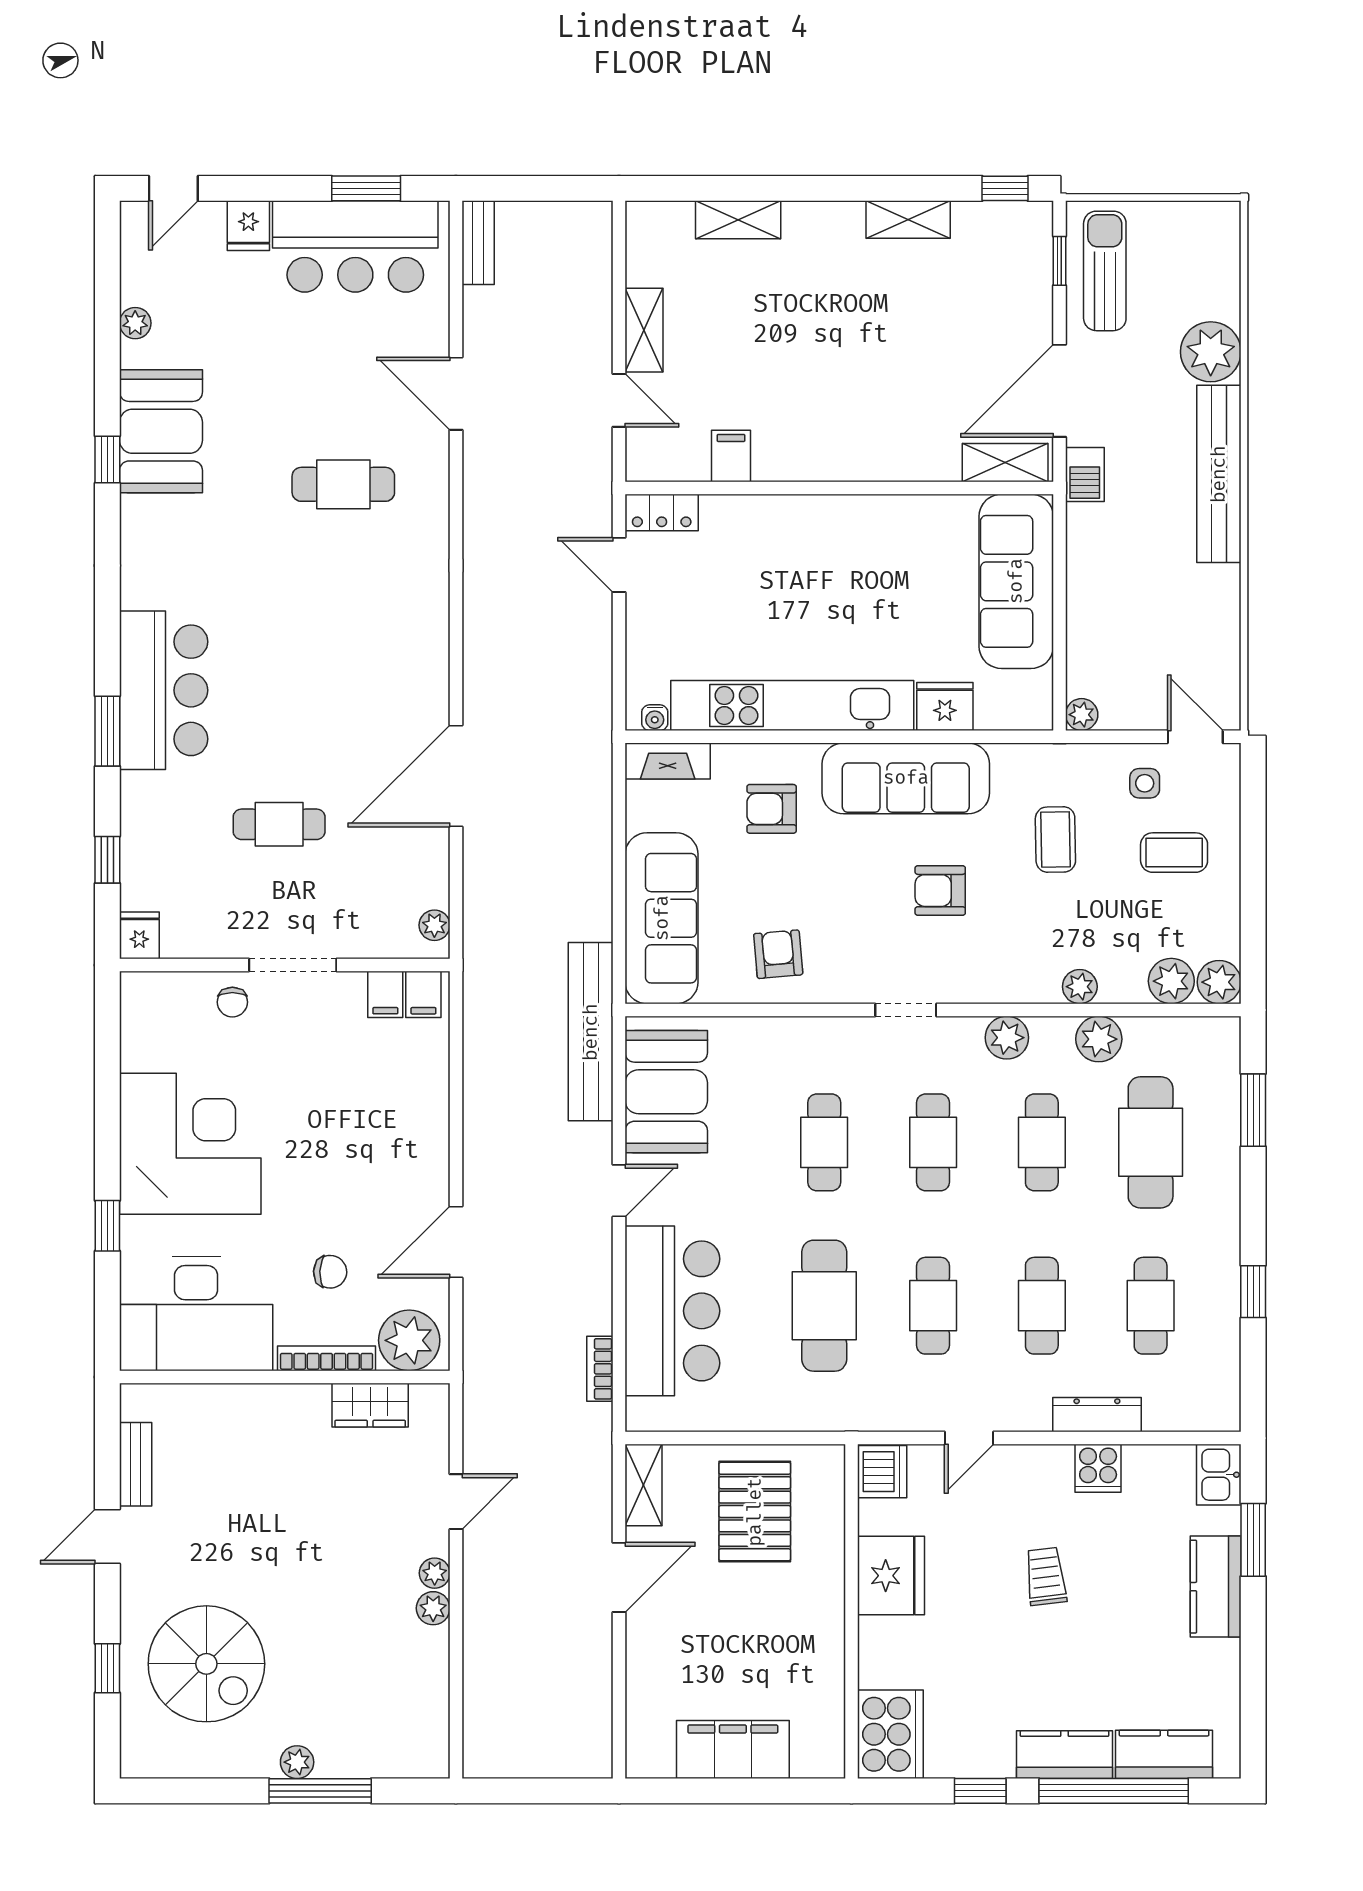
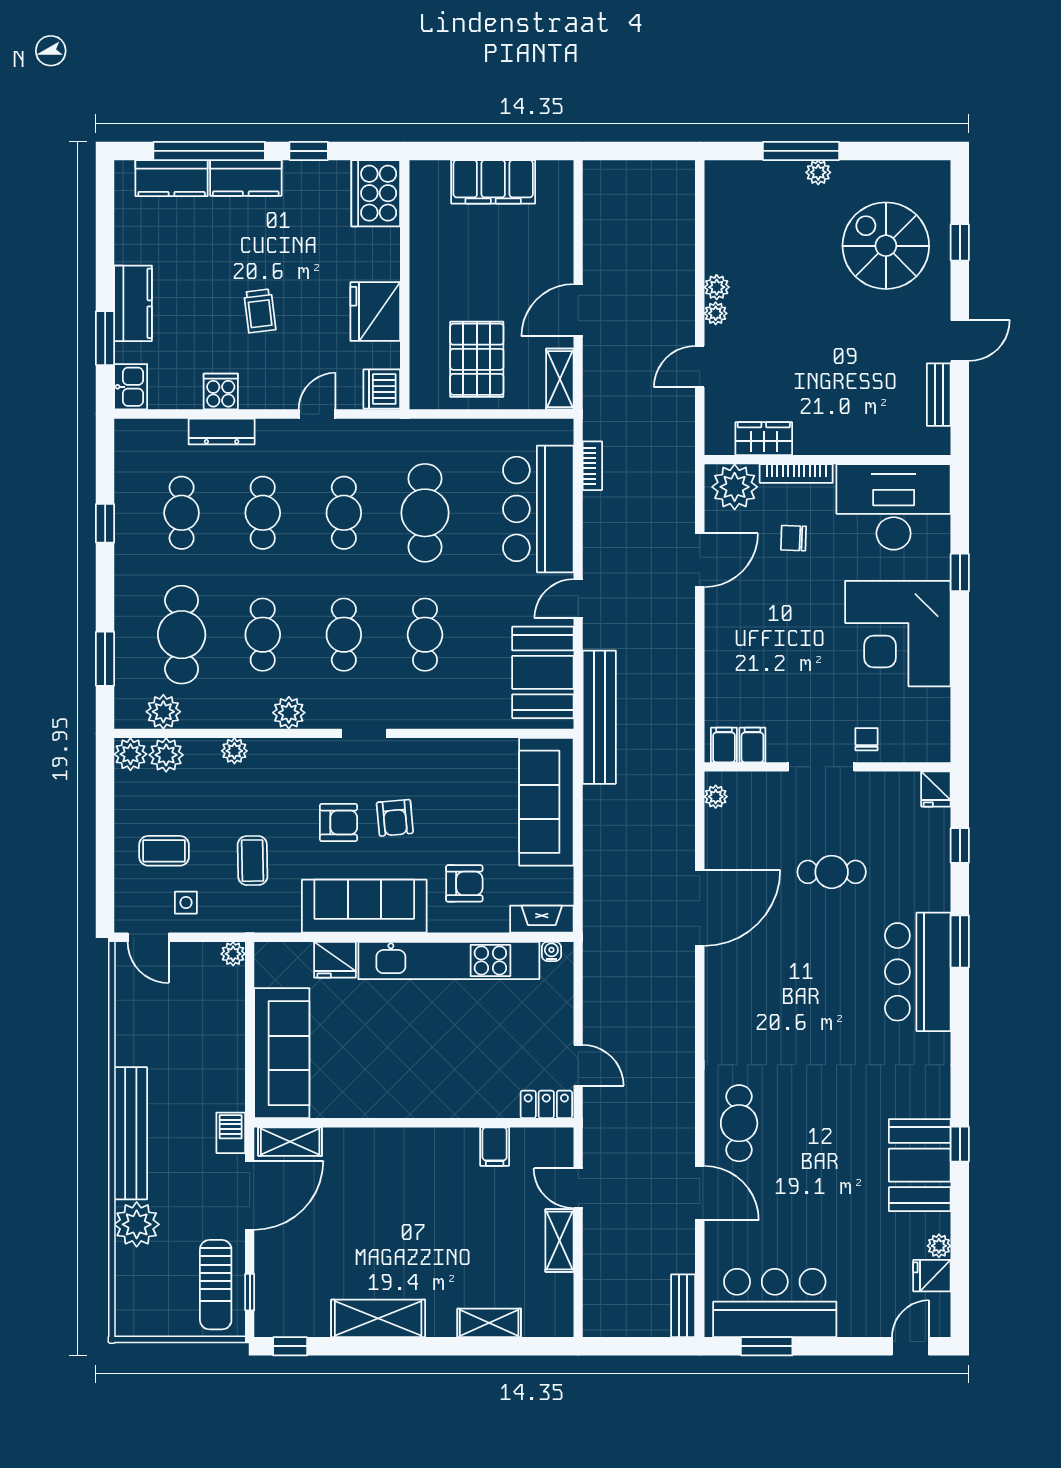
shelving: (908, 219) -> (378, 1318), width x1.50, depth x1.33
fridge: (248, 226) -> (932, 1276), moved, turned -90
cafe table: (343, 484) -> (739, 1123), moved, turned 90
armchair: (778, 954) -> (395, 818), moved
plant: (1099, 1039) -> (163, 712), moved

